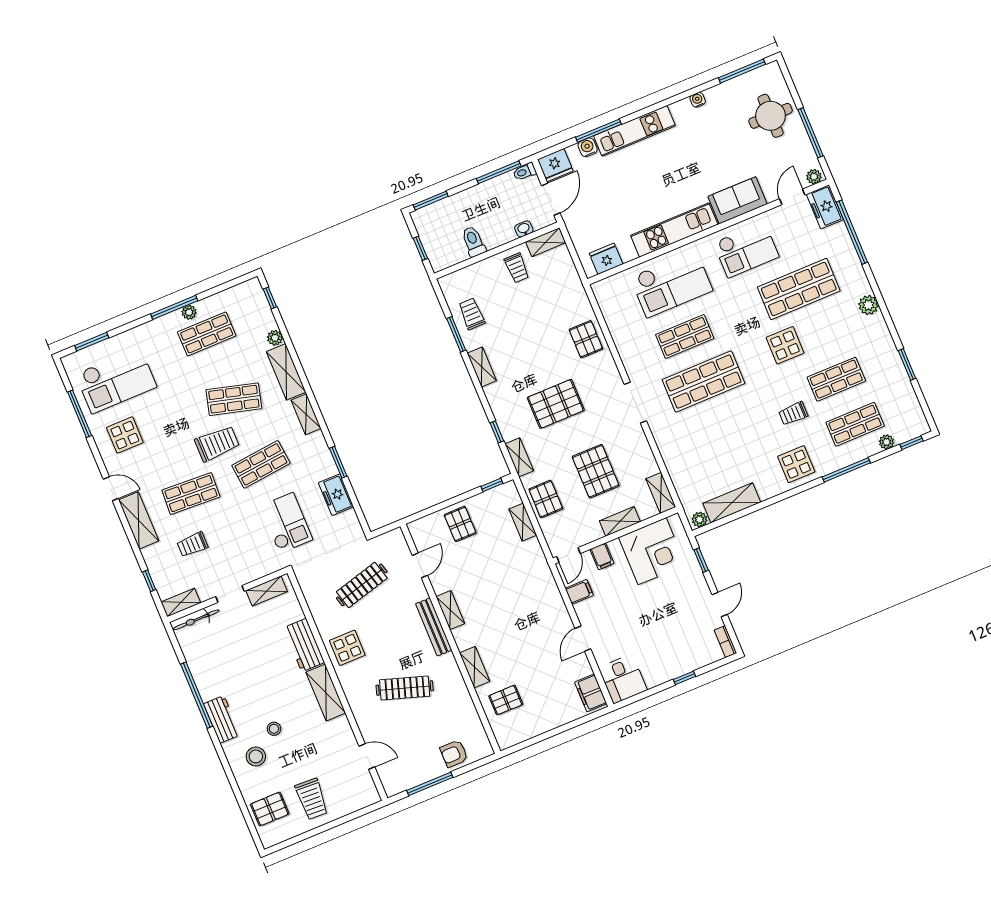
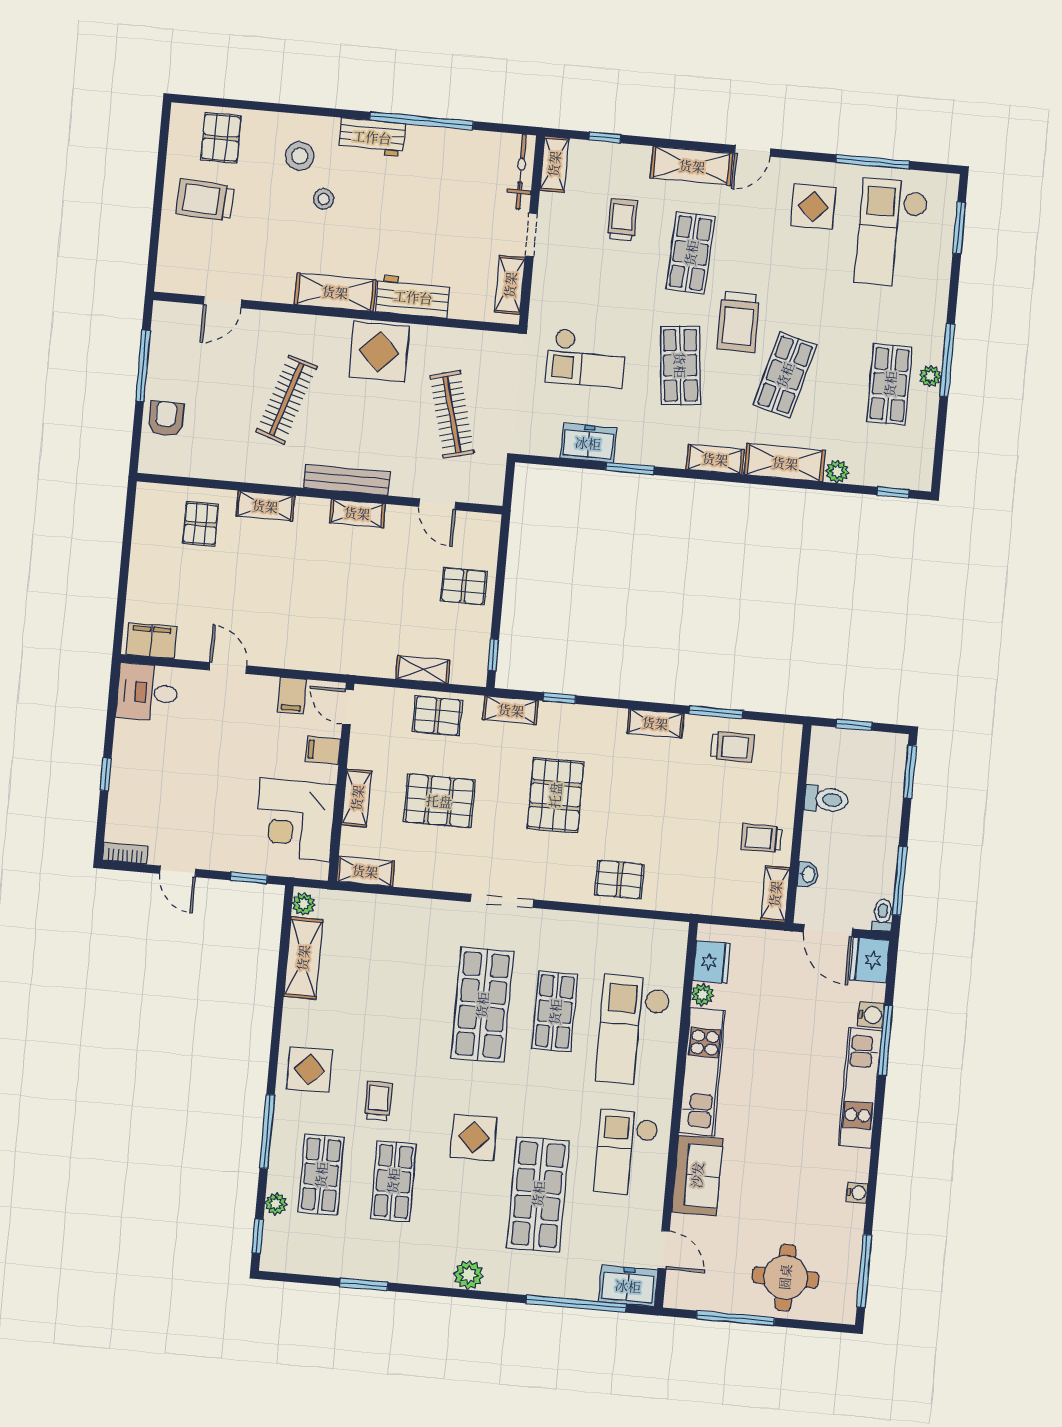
plant: (814, 177) -> (703, 995), moved
display table: (347, 648) -> (379, 352), width x1.36, depth x1.36

